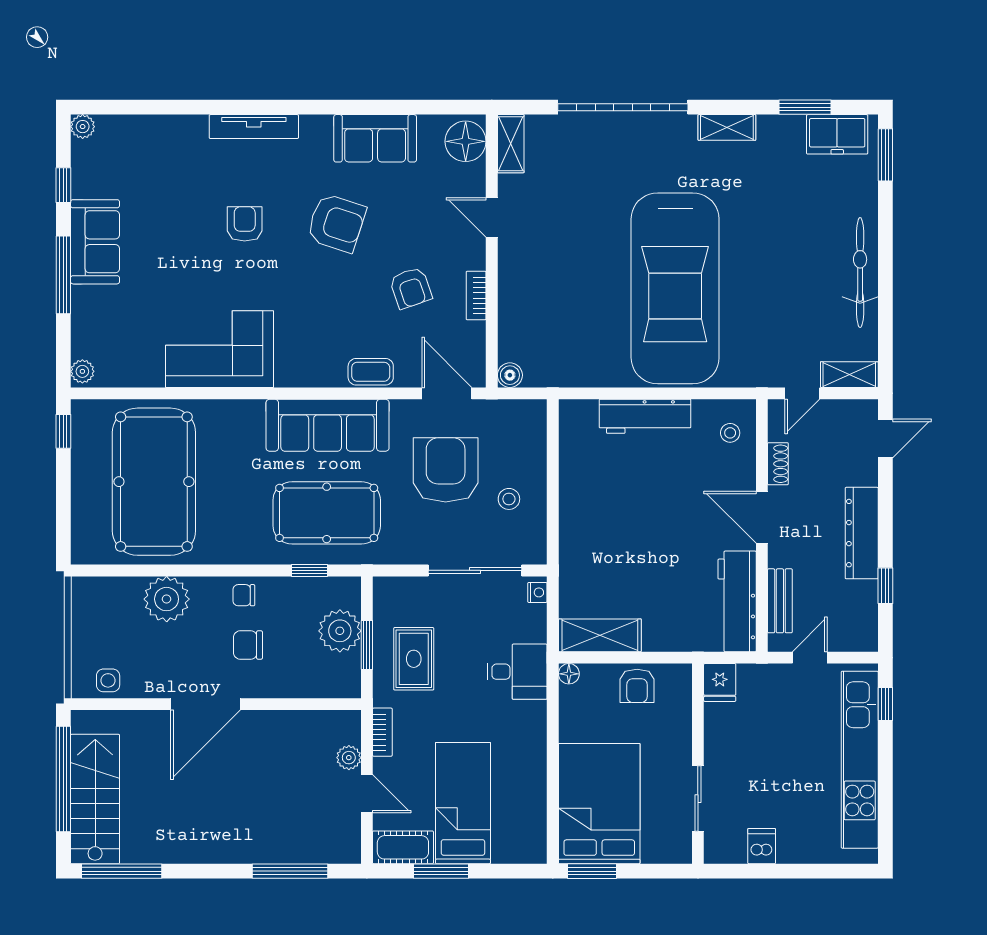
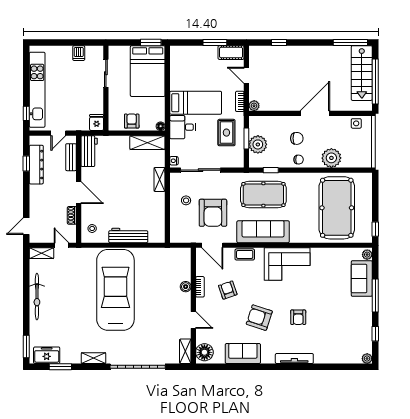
sofa: (95, 242) -> (362, 279), moved
corner sofa: (219, 349) -> (287, 264), moved
boiler: (510, 375) -> (186, 287), moved
door: (802, 393) -> (62, 245), hinge flipped
dresser: (862, 533) -> (36, 165), moved
shelving: (571, 548) -> (160, 179), added
workbench: (737, 601) -> (89, 151), width x0.73
plant: (349, 758) -> (254, 106), moved
bed: (463, 803) -> (196, 103), moved, turned -90
window: (290, 871) -> (279, 42), width x0.46

